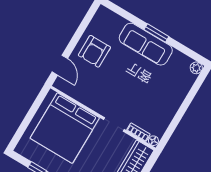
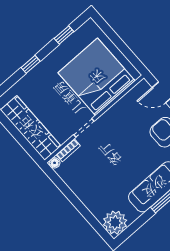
plant: (196, 68) -> (115, 223), width x1.87, depth x1.87

